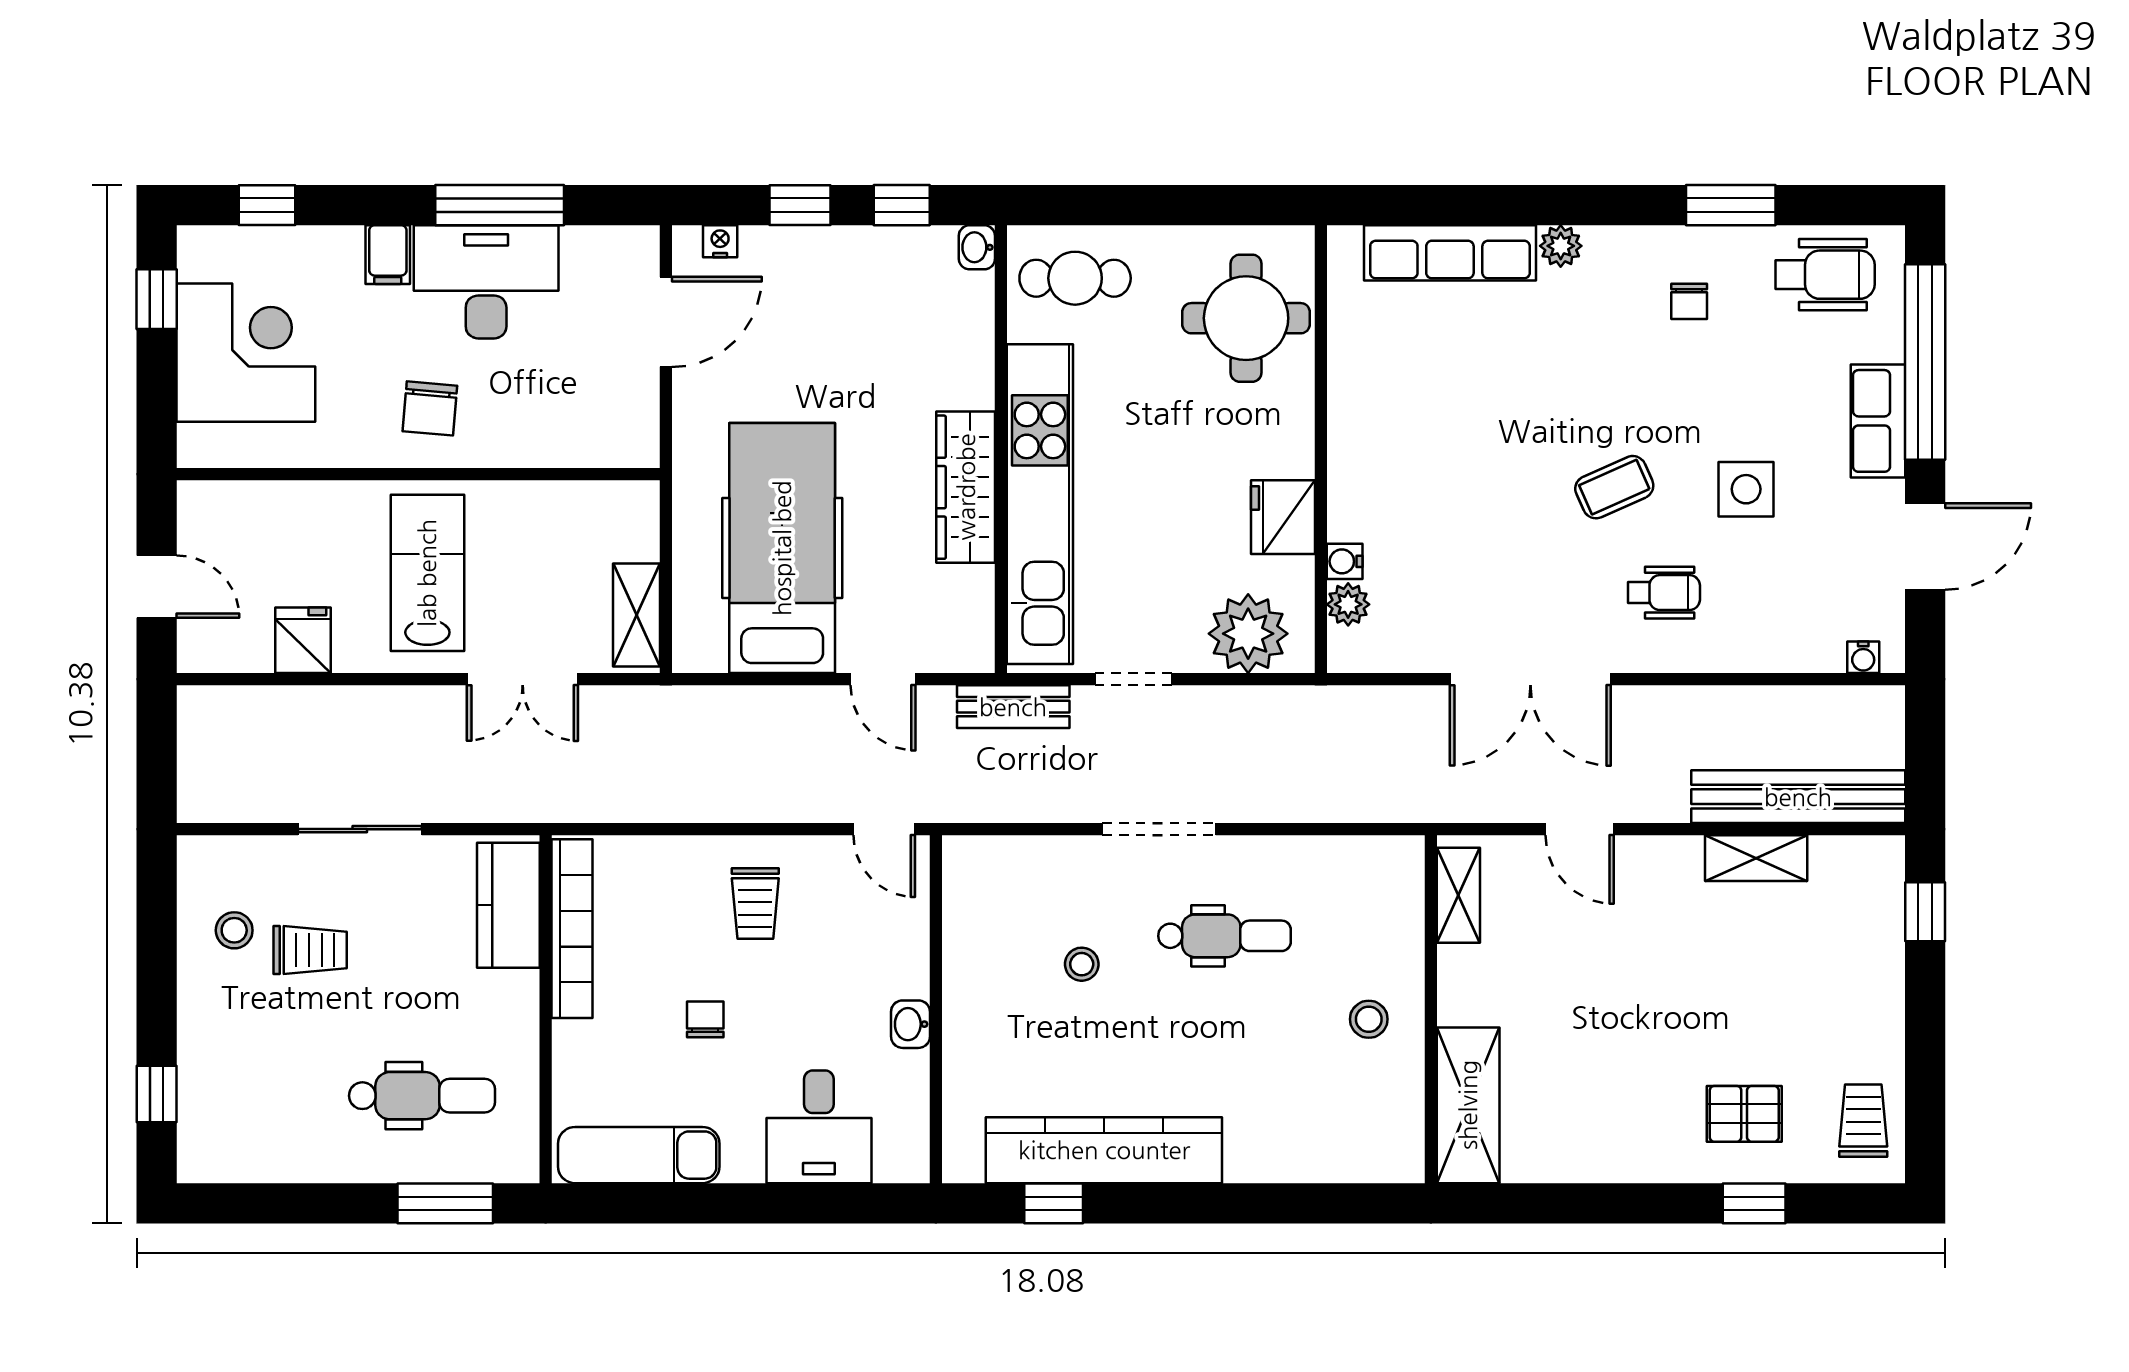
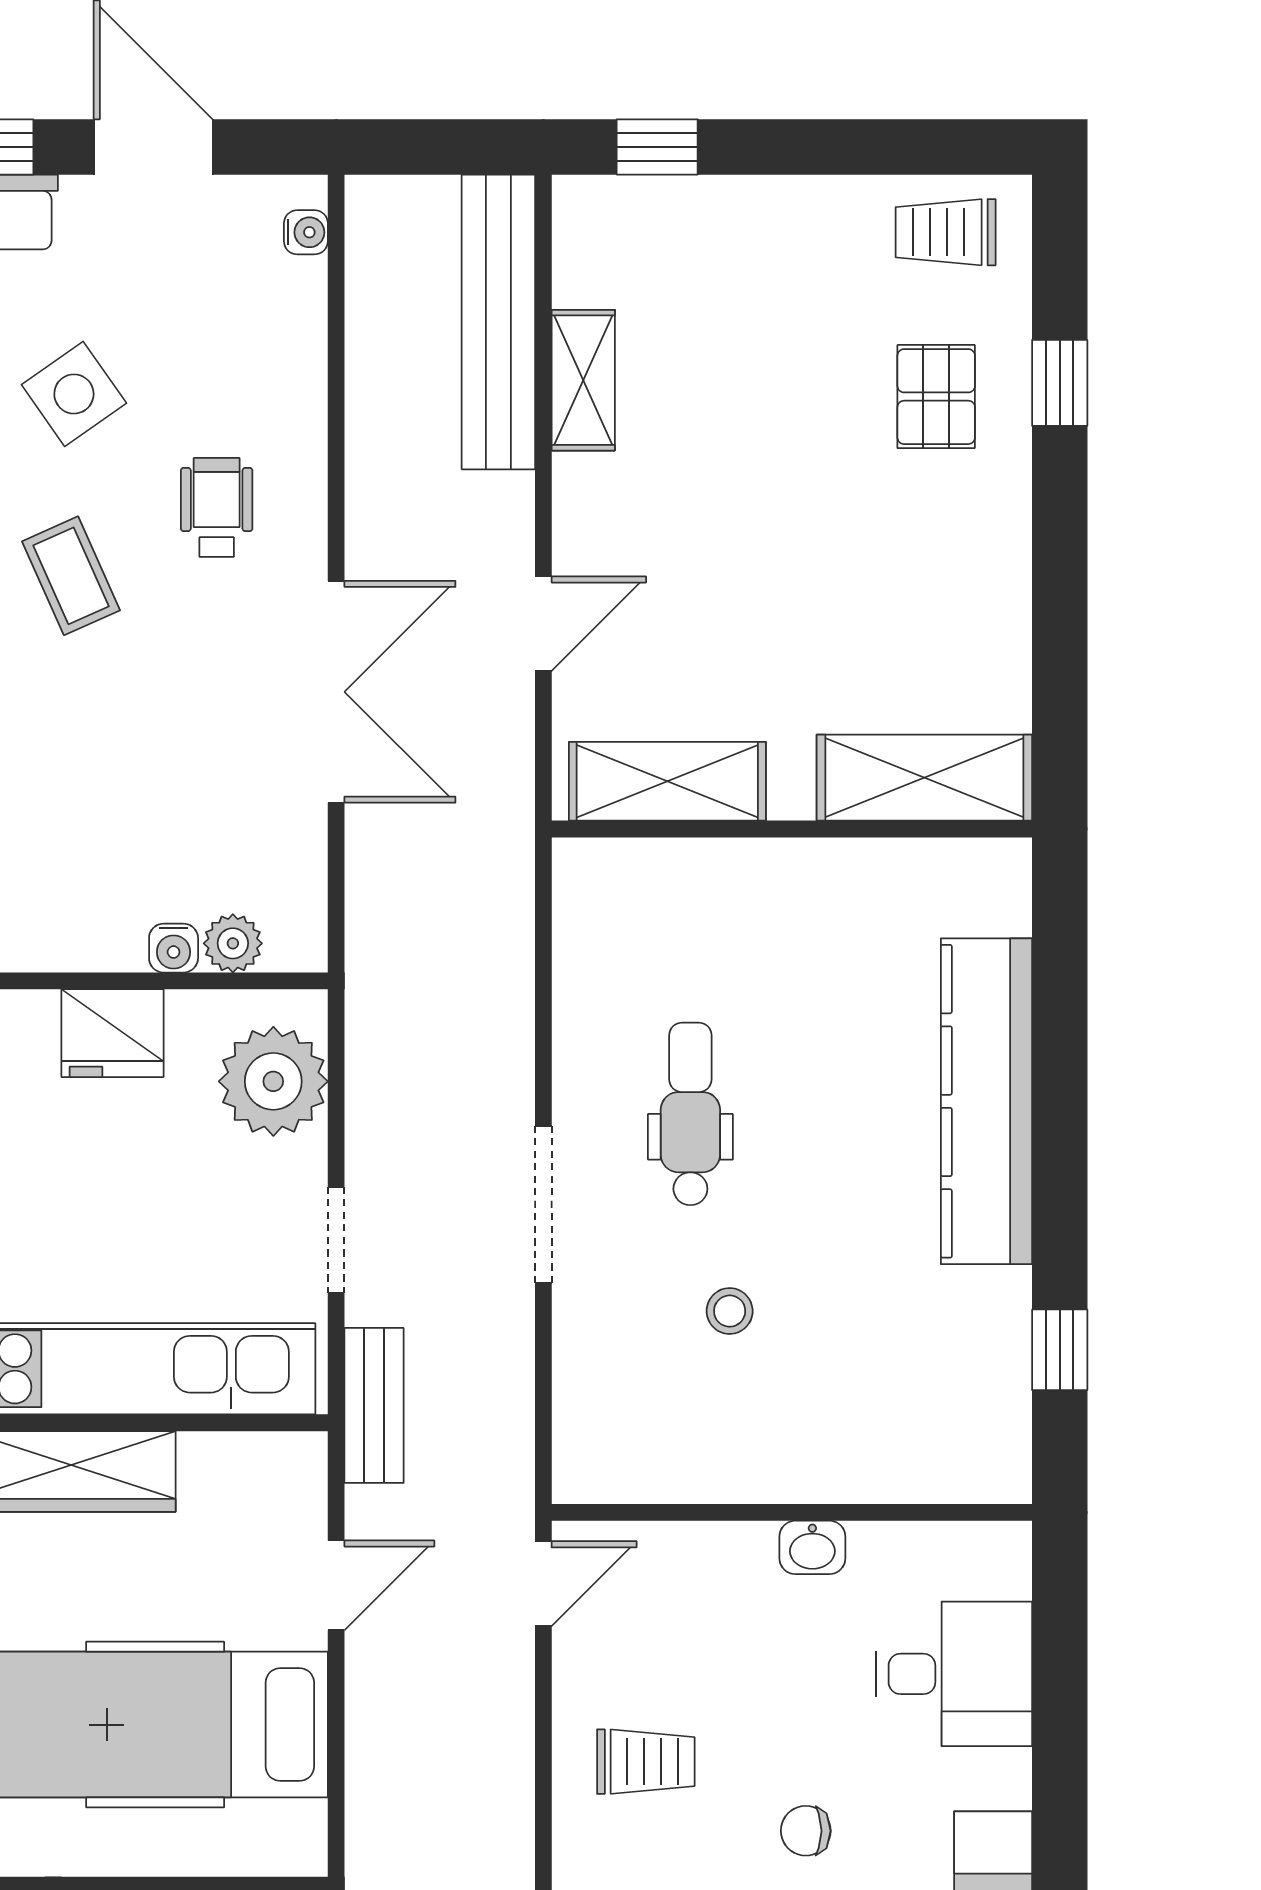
side table: (1746, 489) -> (74, 394), turned -35
shelving: (1458, 895) -> (667, 781), width x1.50, depth x1.33
stool: (1369, 1019) -> (806, 915), removed
kitchen counter: (1104, 1150) -> (986, 1101), moved

